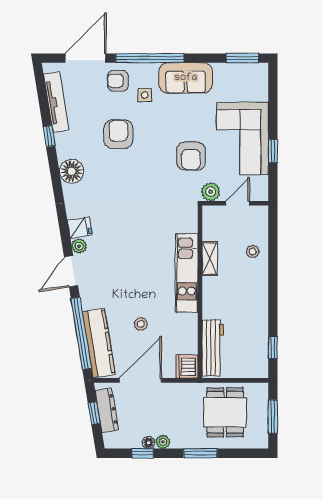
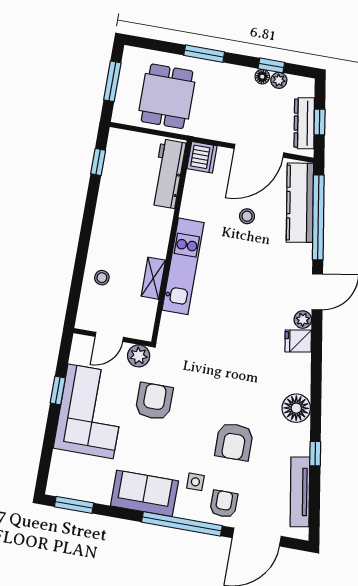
armchair: (118, 81) -> (224, 504), turned -90
plant: (163, 442) -> (279, 80), moved

